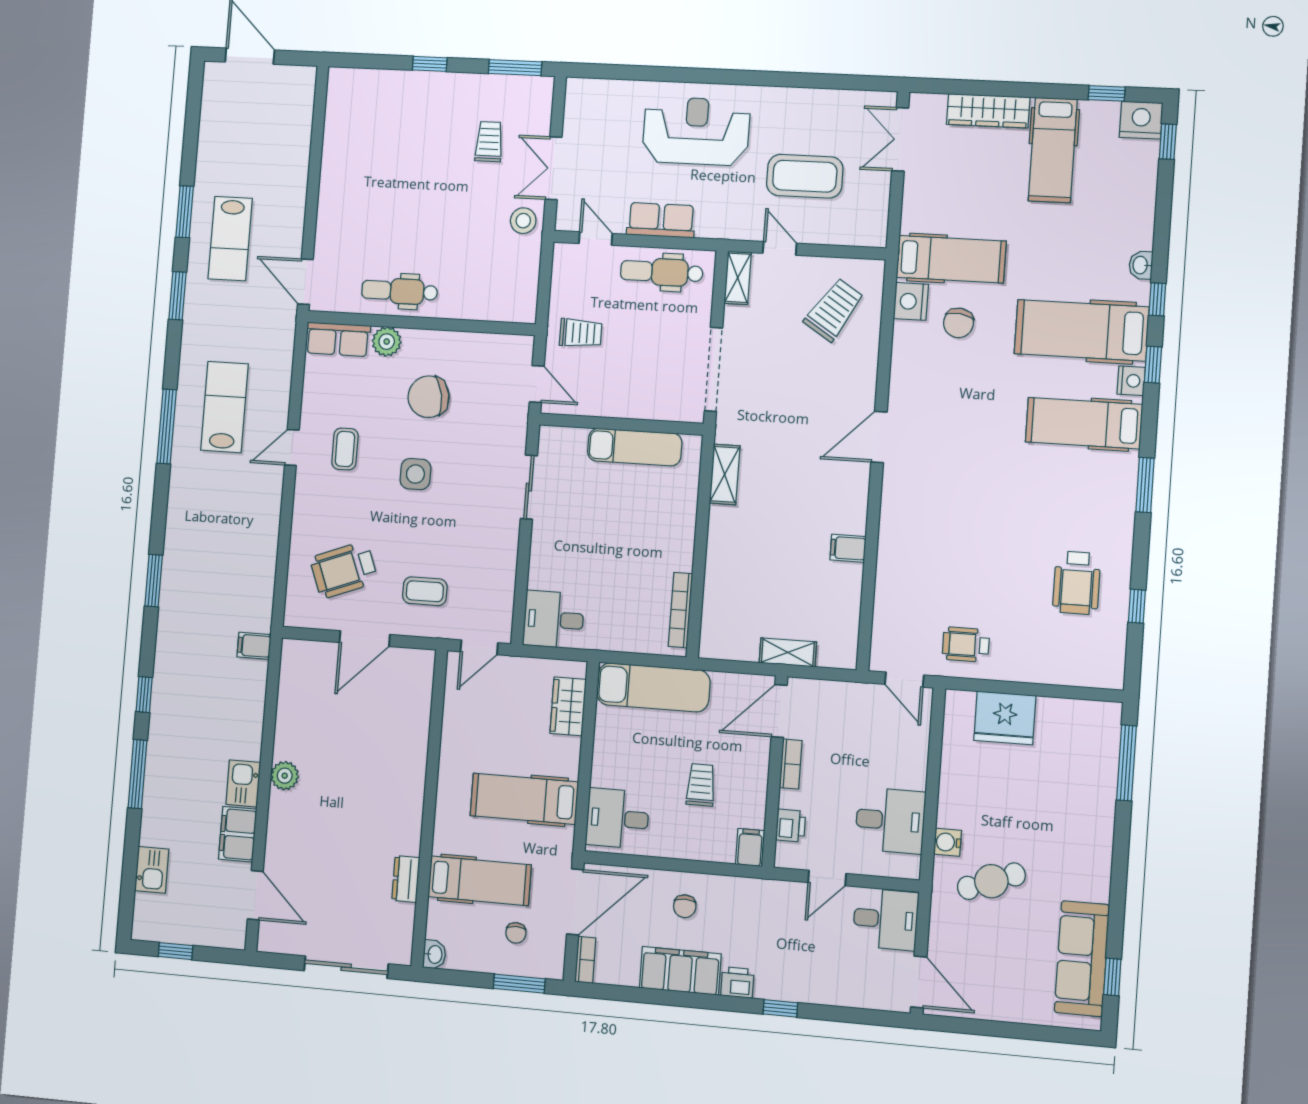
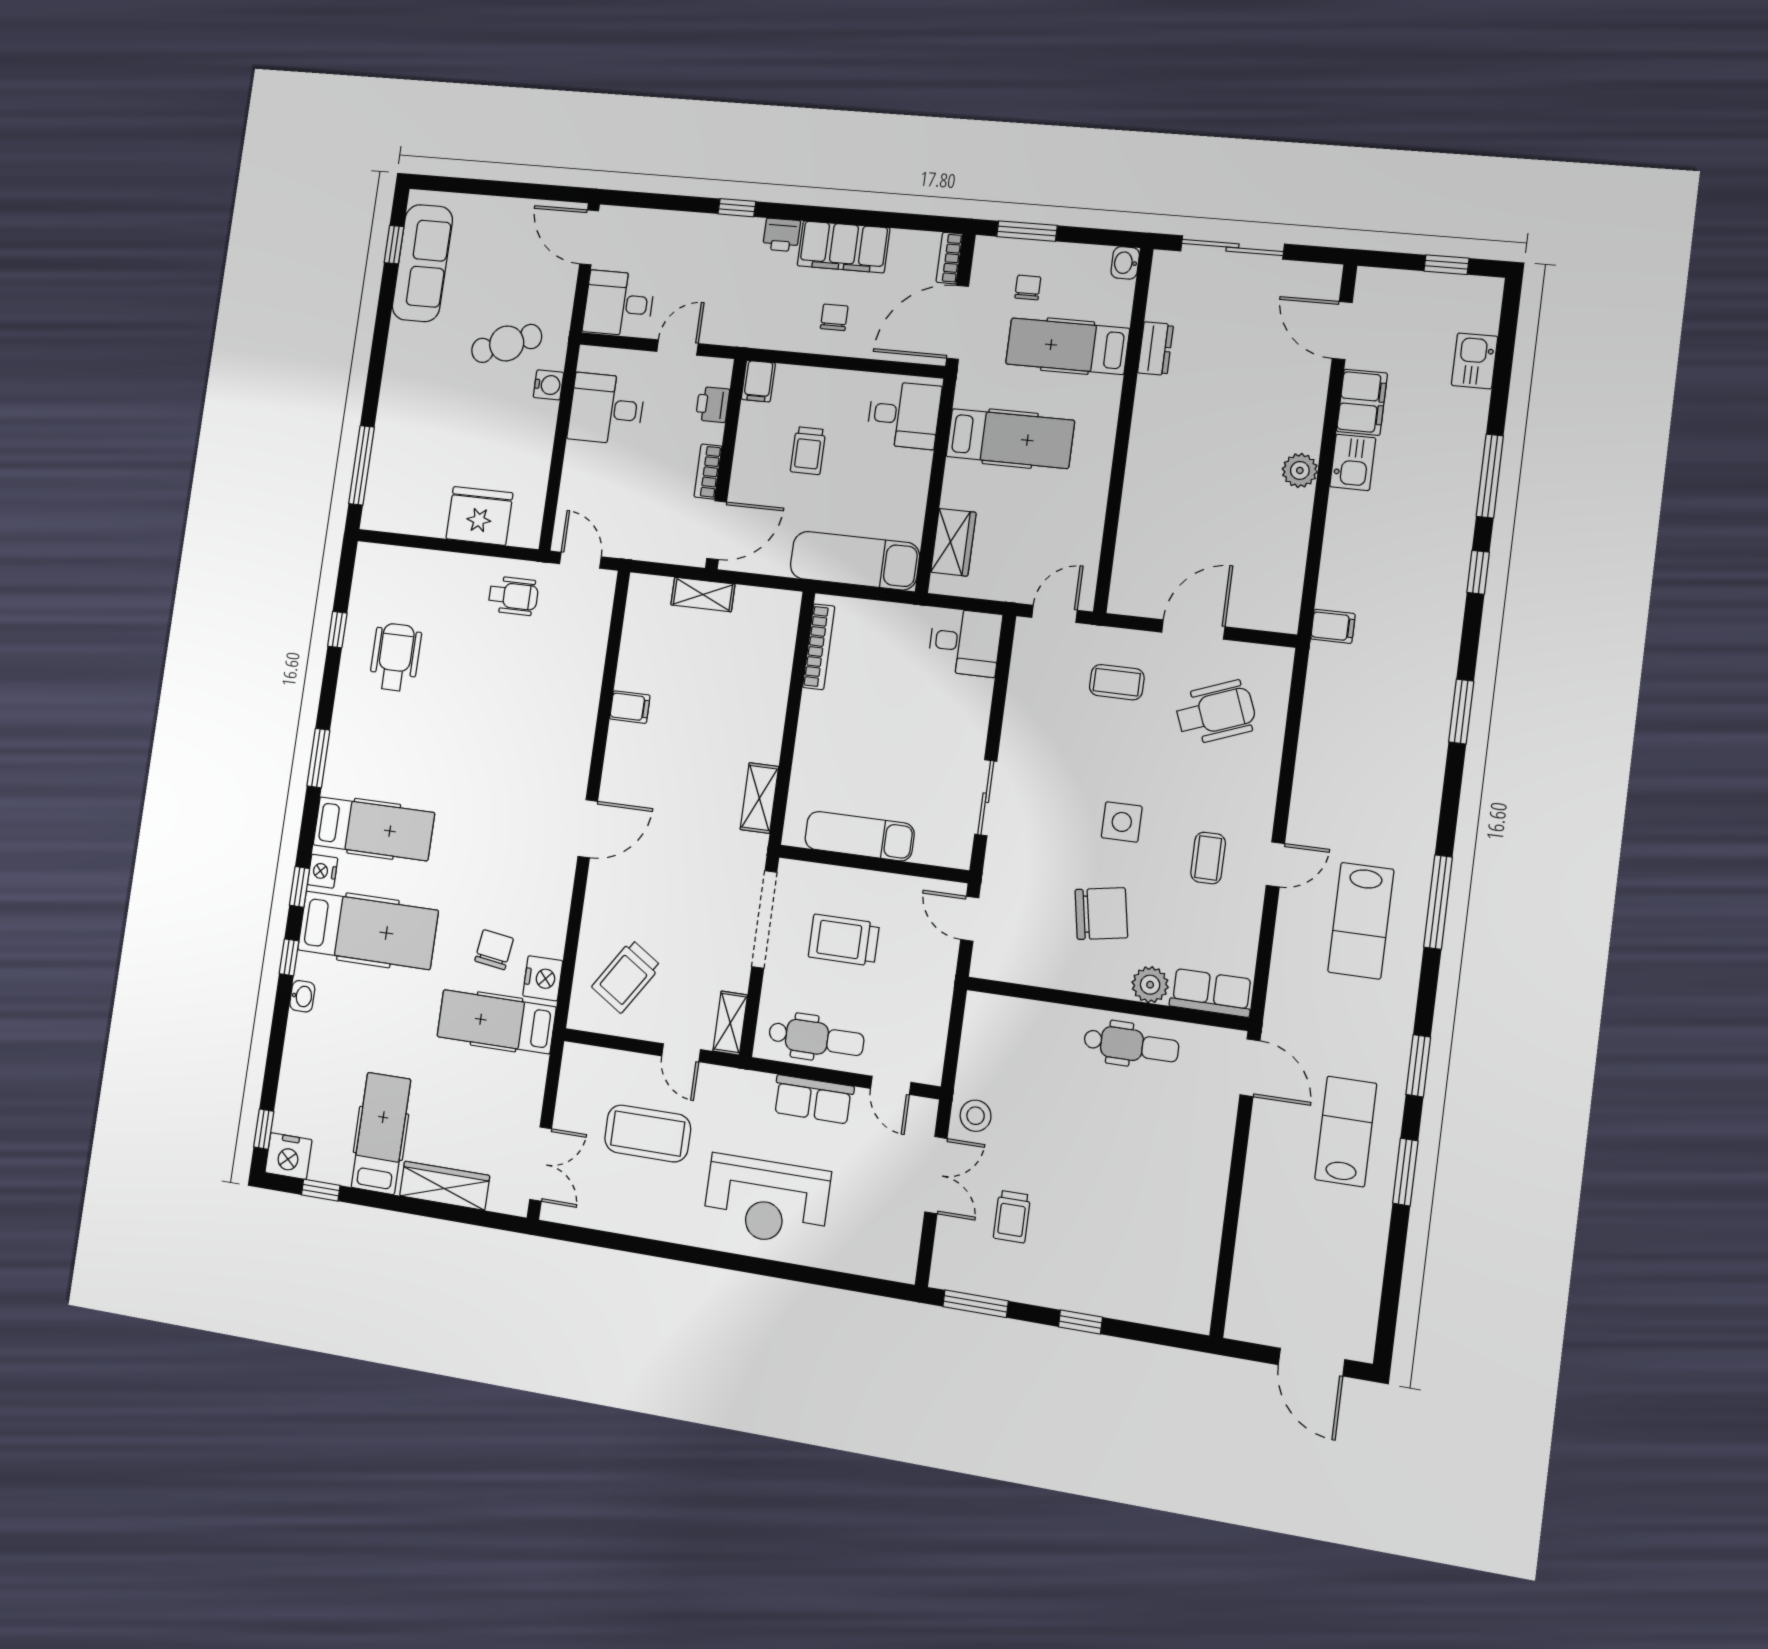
trolley: (581, 333) -> (844, 940), moved, width x1.36, depth x1.39

